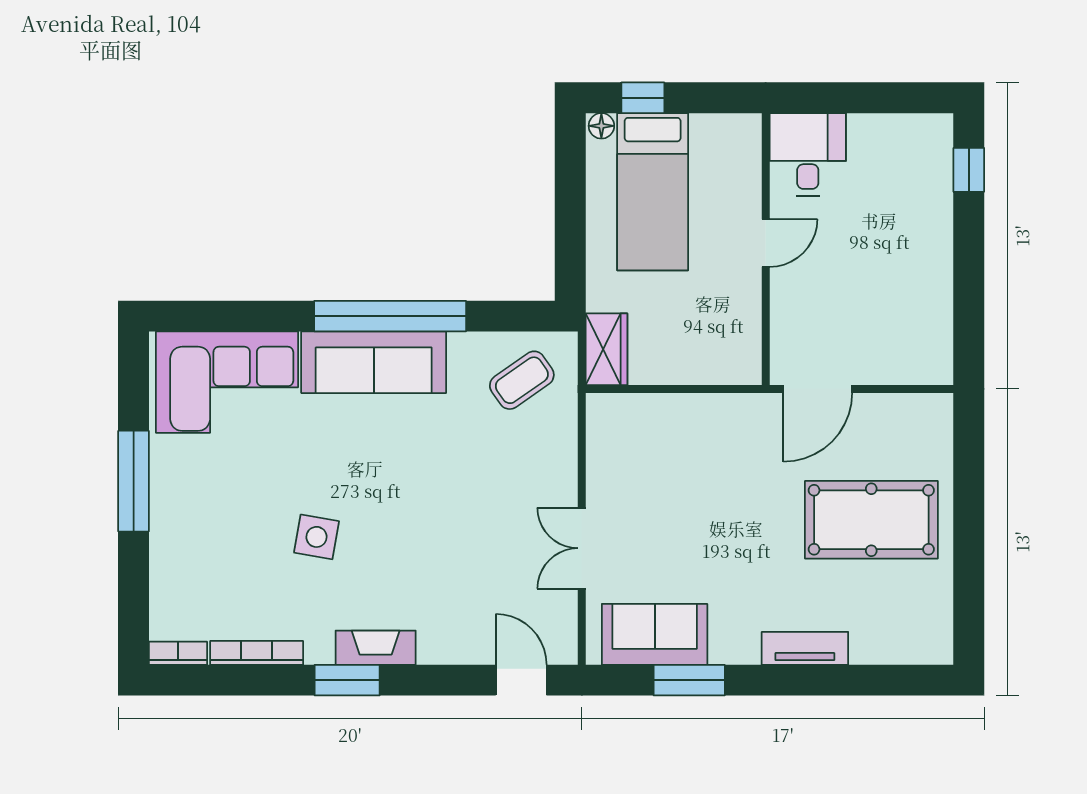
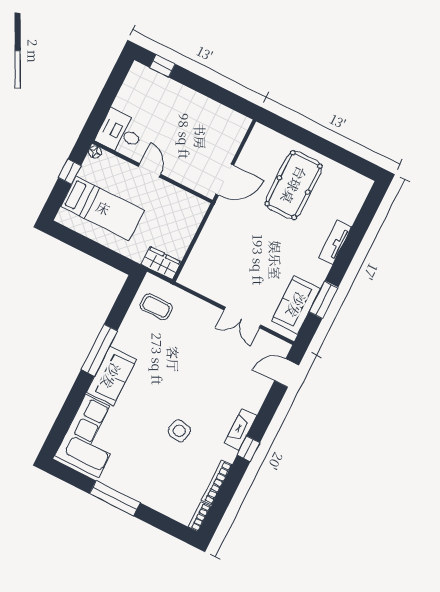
window: (643, 98) -> (70, 172), moved
floor lamp: (601, 126) -> (95, 152), moved
window: (390, 316) -> (99, 350), width x0.68
sofa: (374, 362) -> (111, 376), width x0.73
coffee table: (522, 380) -> (156, 307), turned -55
door: (818, 389) -> (225, 180), hinge flipped
window: (347, 680) -> (248, 449), width x0.67

